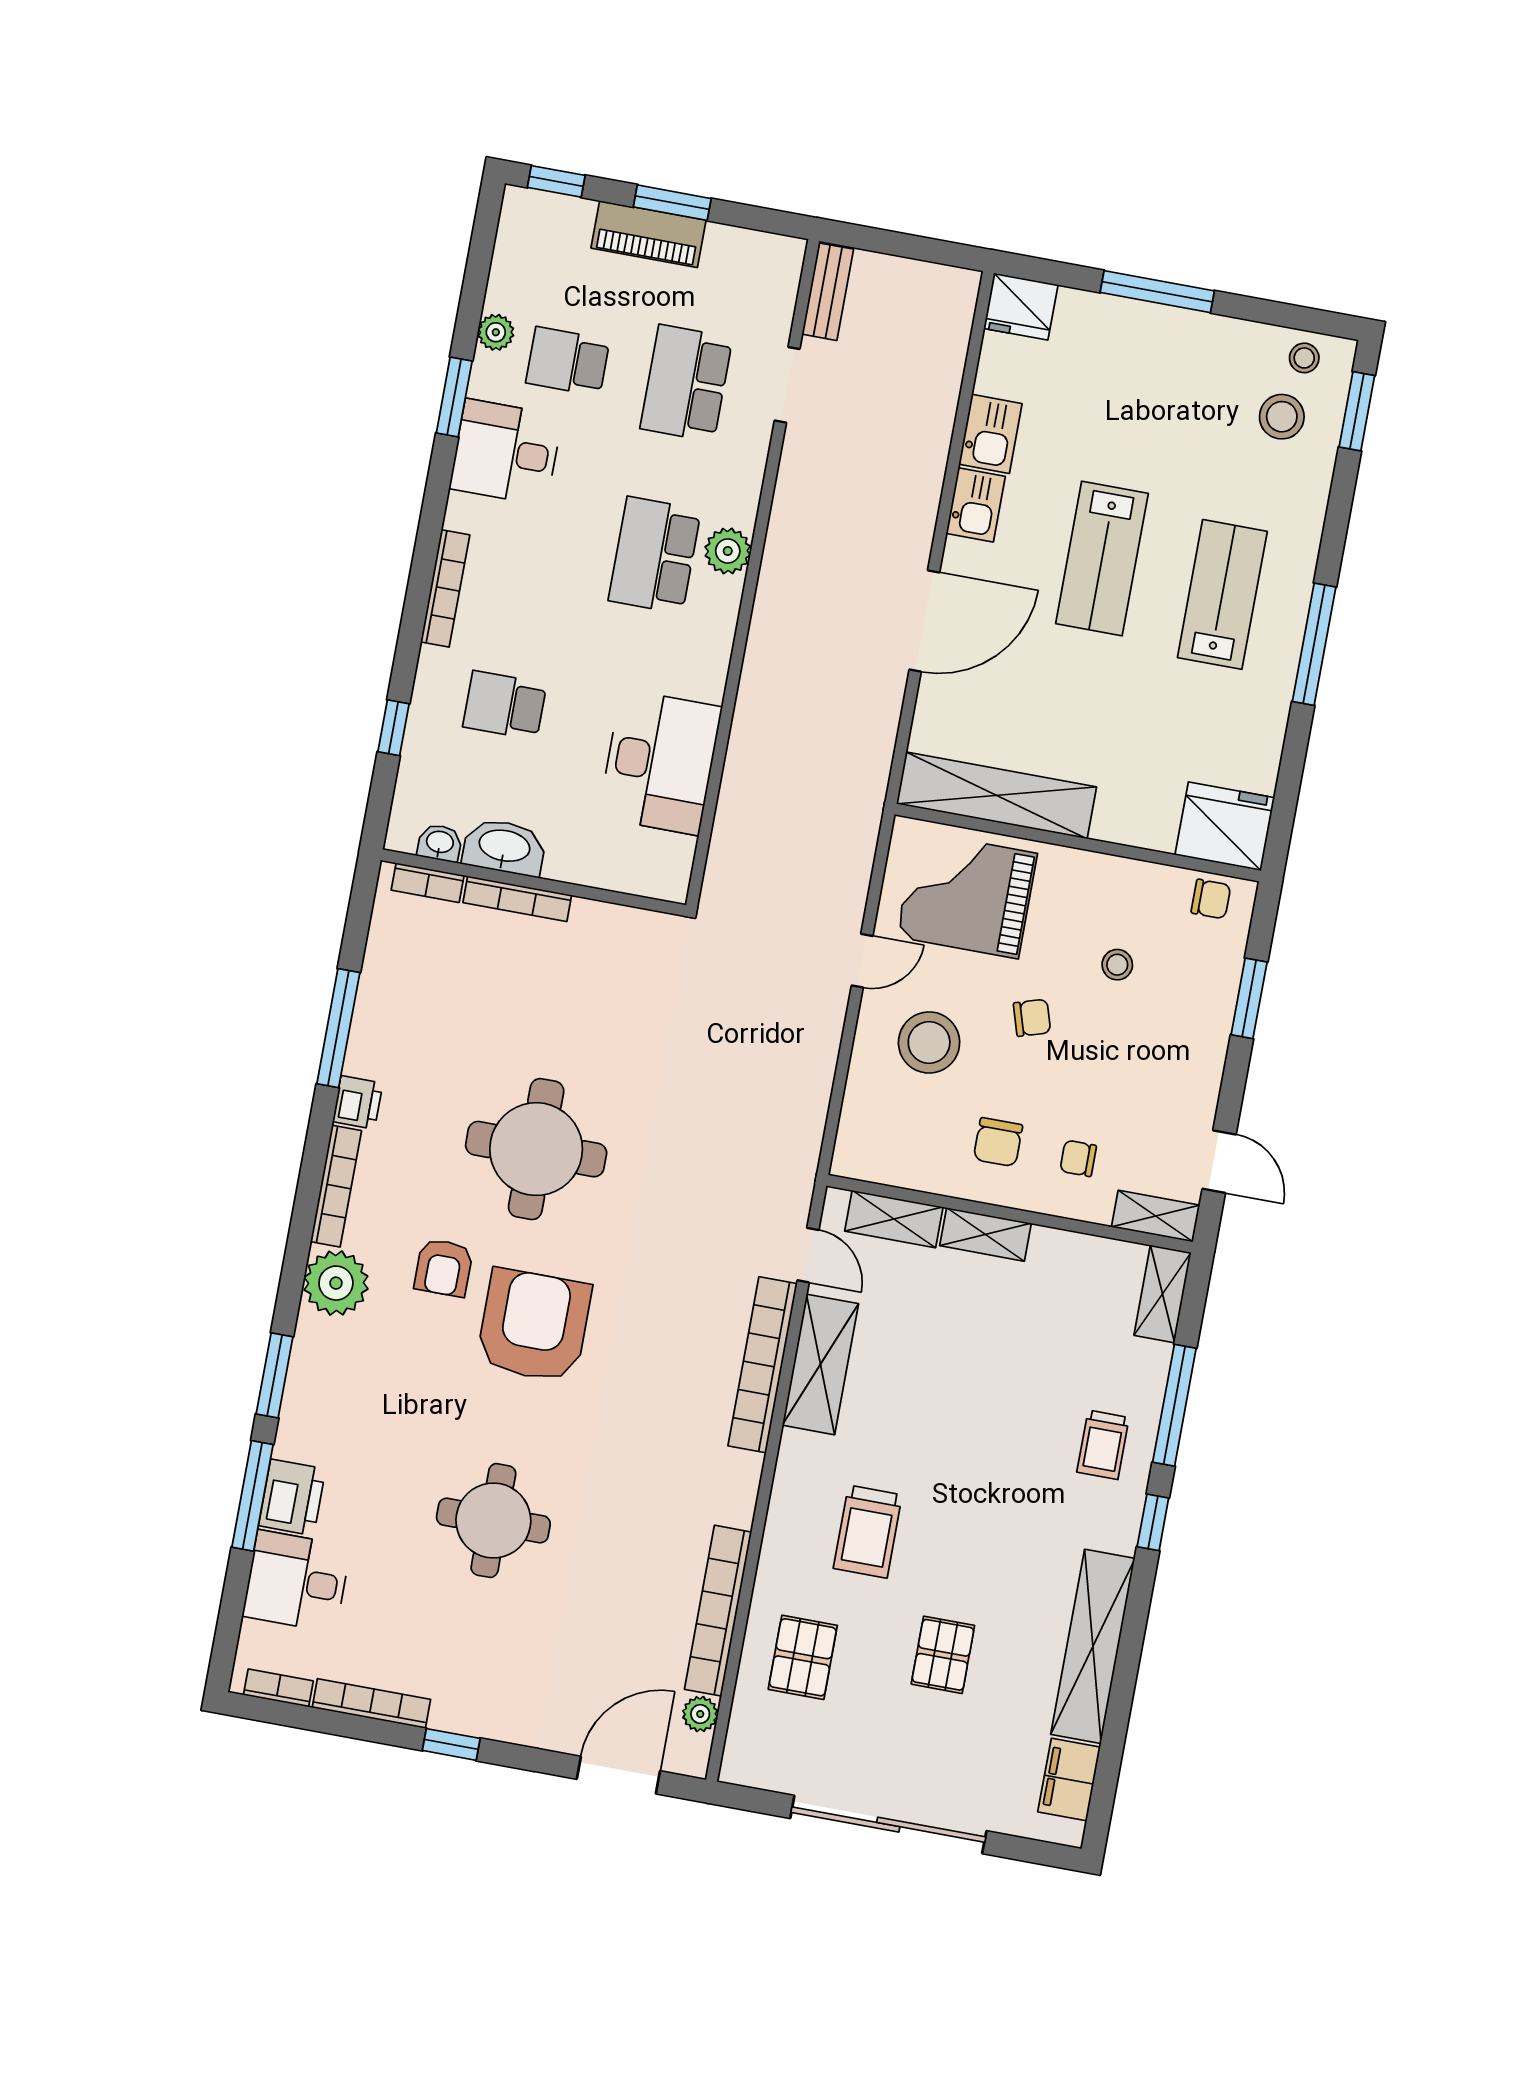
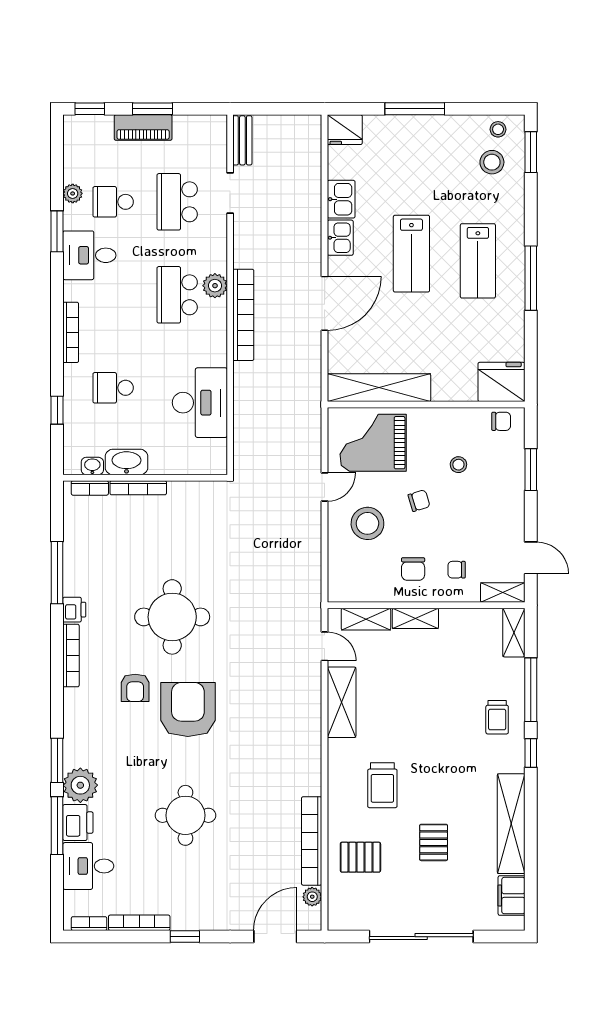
lab bench: (1222, 594) -> (478, 261), turned 180
plant: (336, 1283) -> (80, 785), moved
bookcase: (763, 1365) -> (243, 315), moved, turned 180
pallet: (803, 1657) -> (360, 857), turned 90

